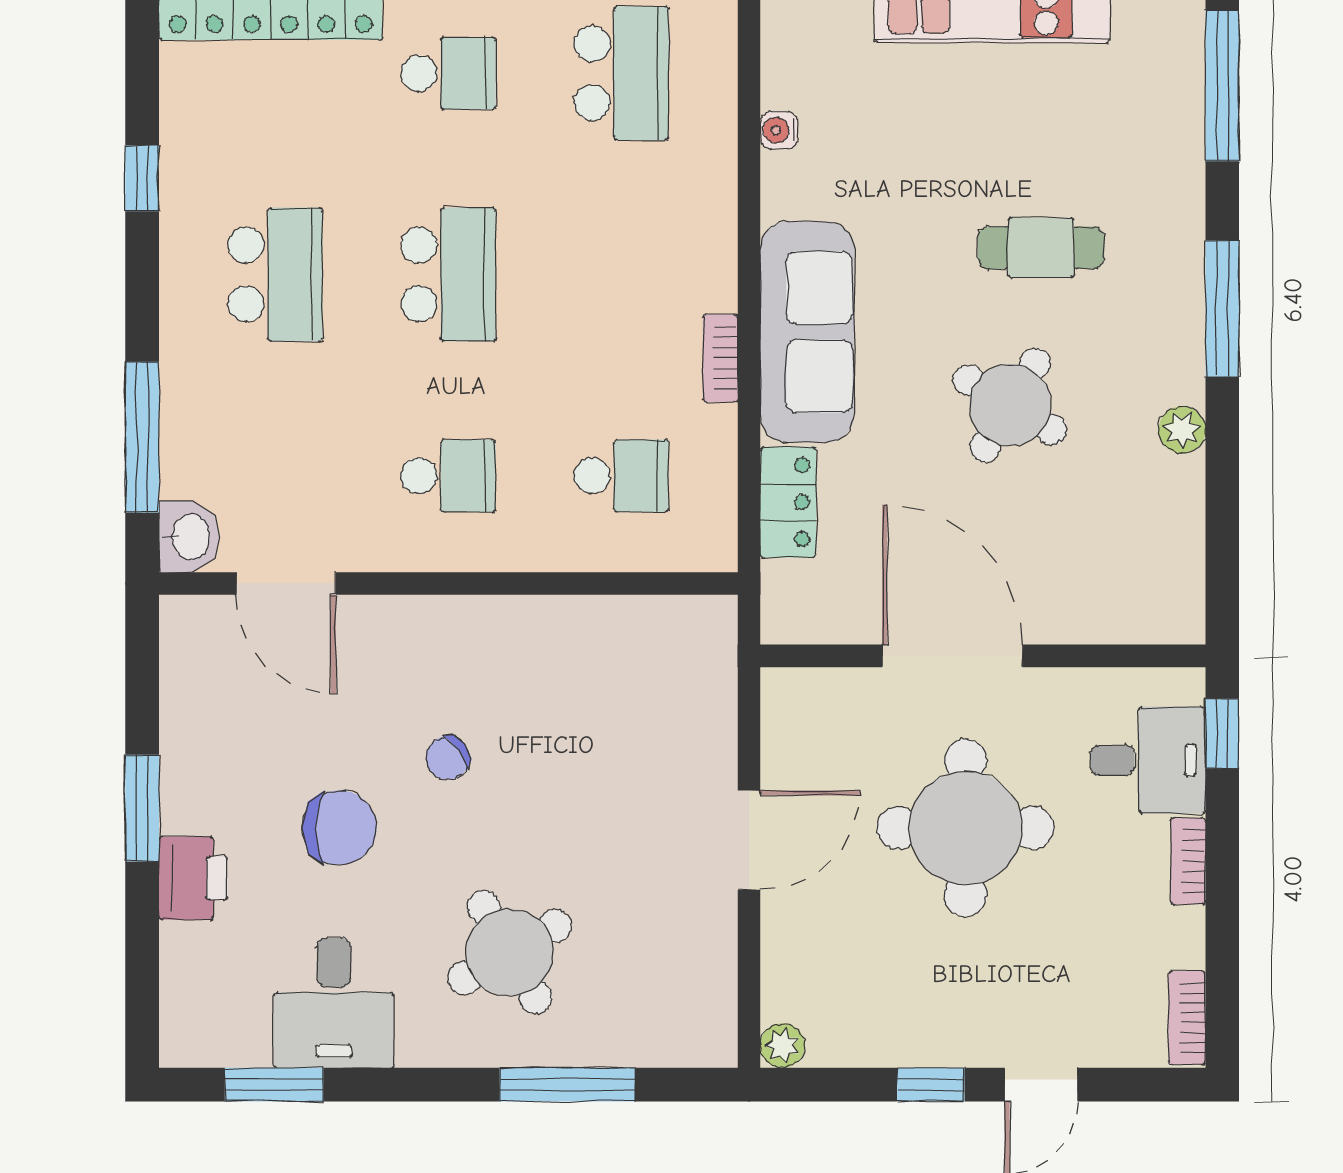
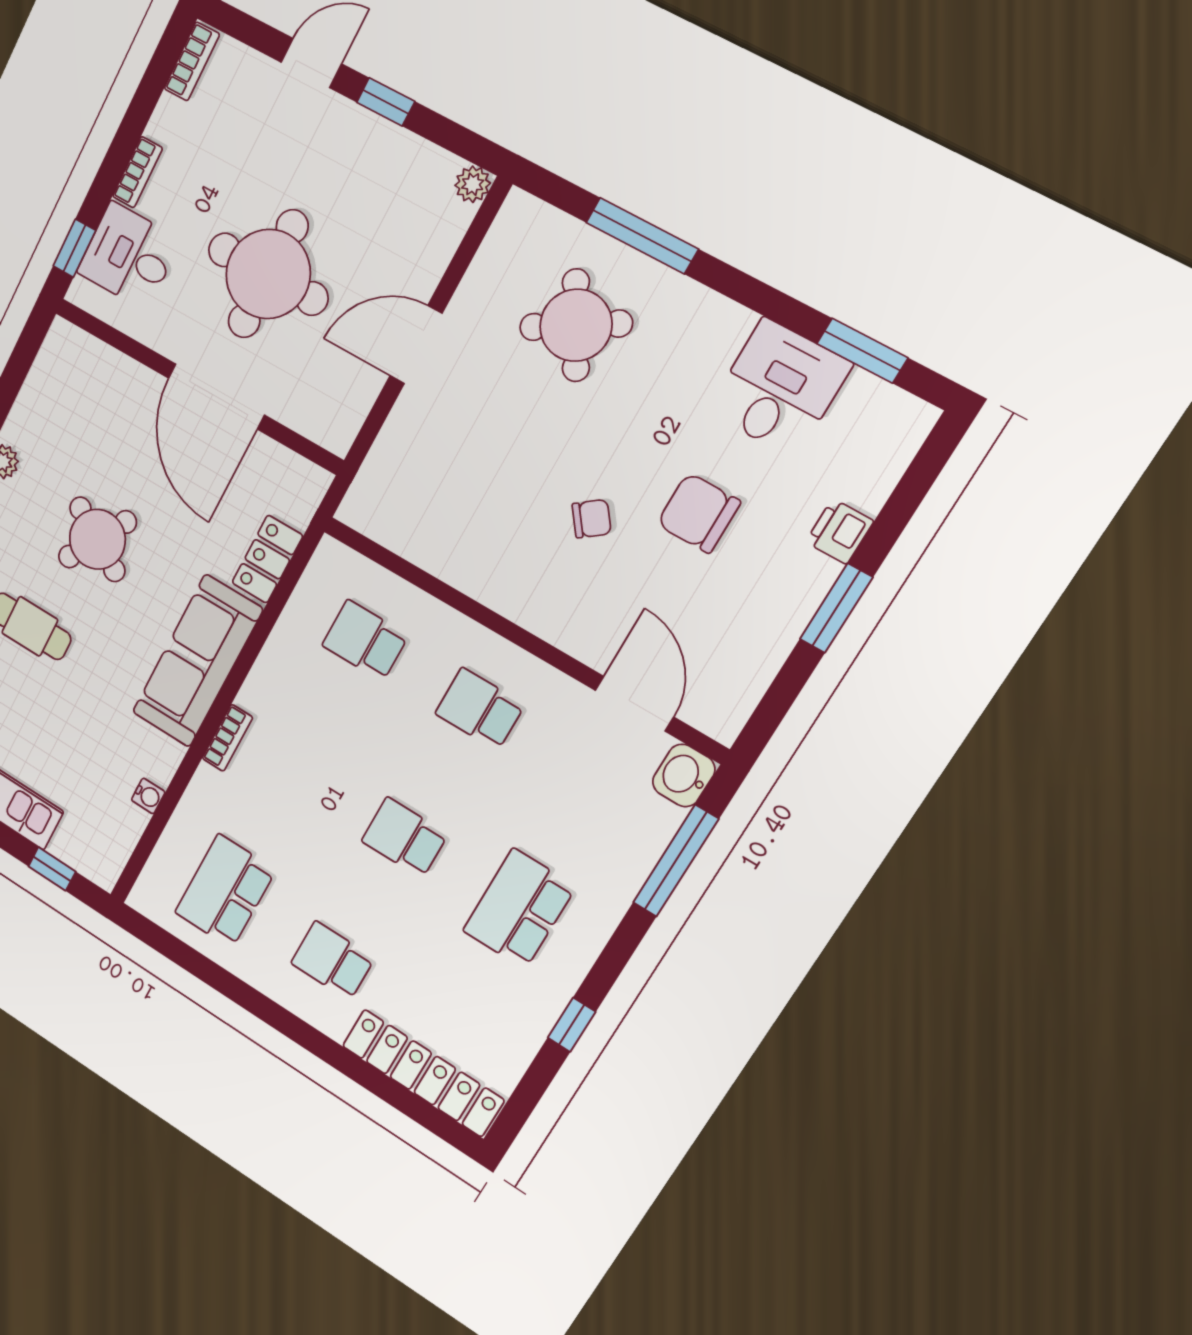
school desk: (448, 274) -> (405, 838), width x0.54
bookcase: (720, 358) -> (227, 738), moved
printer: (193, 878) -> (839, 531), width x0.73, depth x0.81
round table: (510, 952) -> (576, 325), moved

